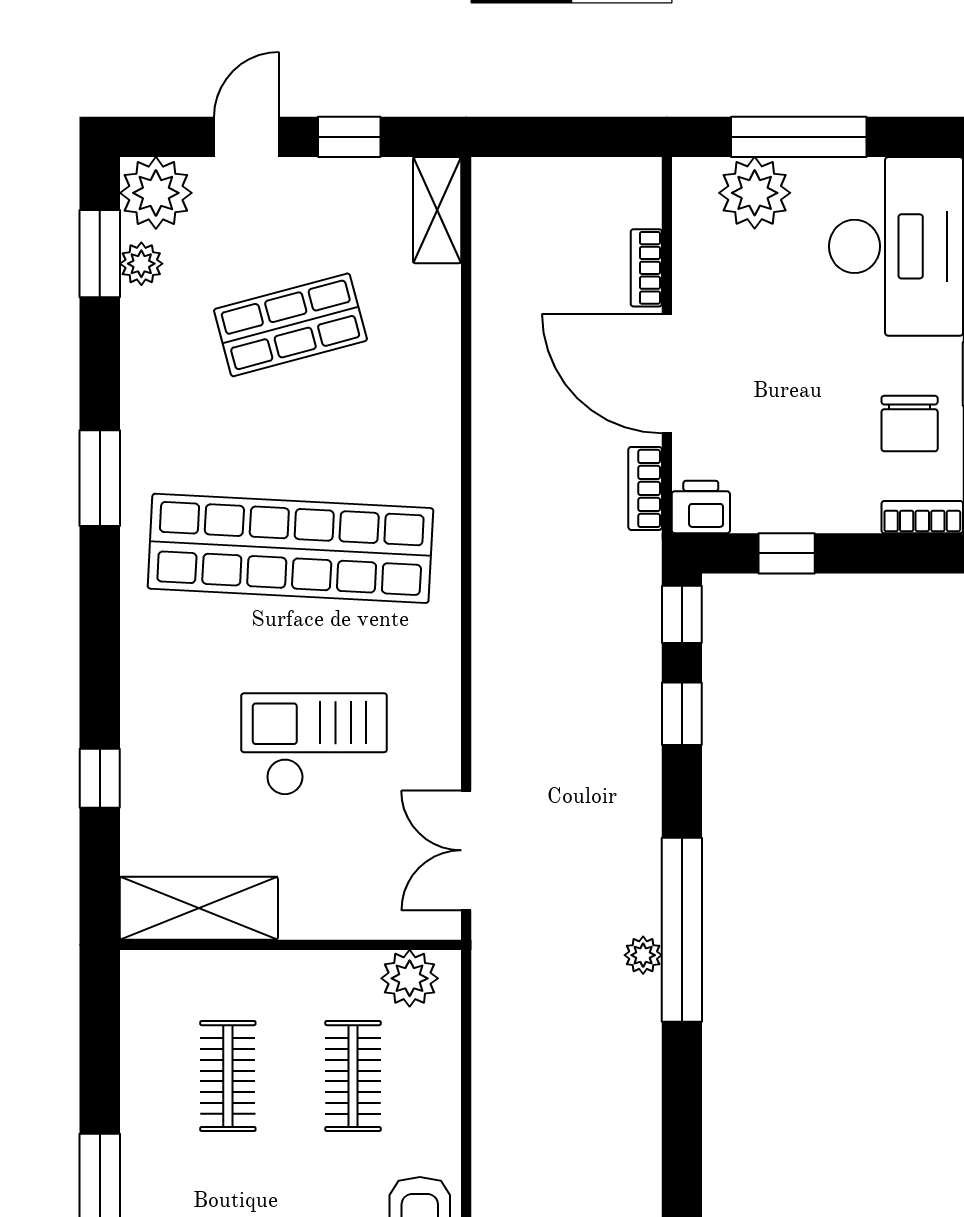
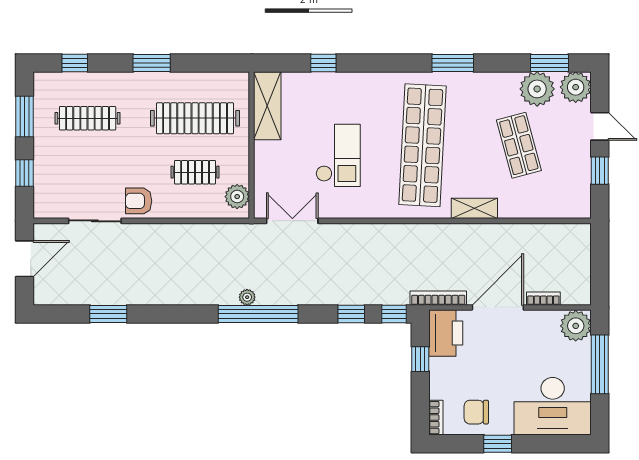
plant: (755, 193) -> (576, 326), moved
shelving: (437, 210) -> (474, 208), moved
plant: (141, 264) -> (537, 89), width x1.88, depth x1.88
bookcase: (645, 488) -> (438, 298), width x1.56
printer: (701, 507) -> (446, 333), width x1.87, depth x1.48
clothes rail: (228, 1076) -> (195, 118), width x1.86, depth x1.31

